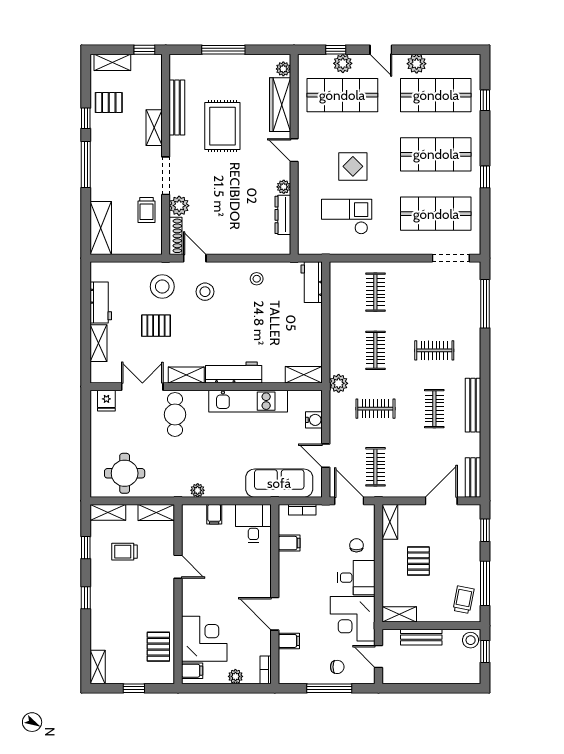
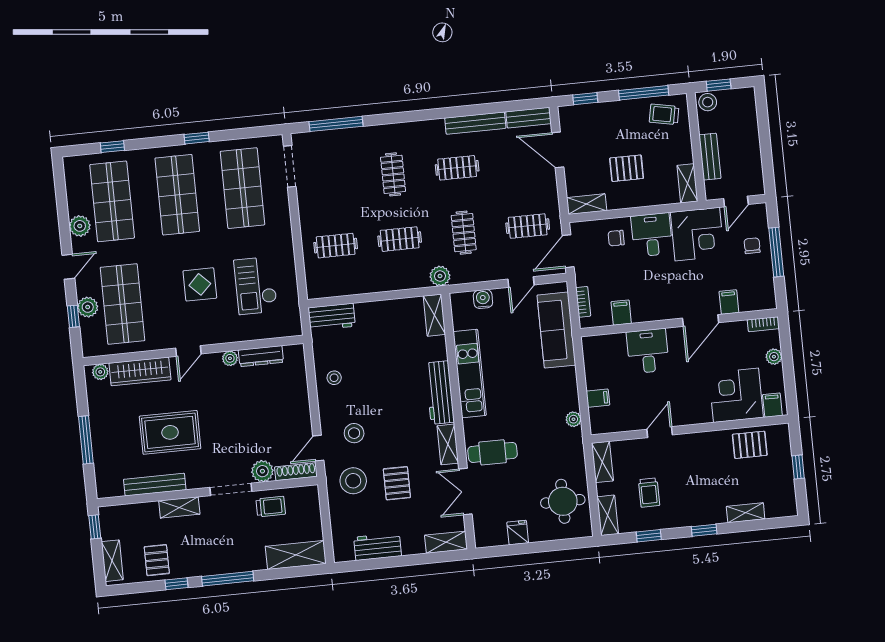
shelving: (98, 343) -> (446, 542), moved
fridge: (106, 401) -> (518, 533), moved, turned -90
bench: (473, 405) -> (475, 123), moved
desk: (253, 524) -> (648, 351), moved, turned 90
shelving: (98, 667) -> (746, 513), moved

